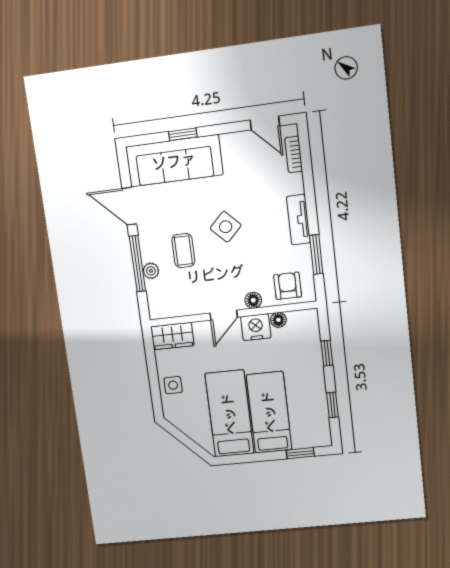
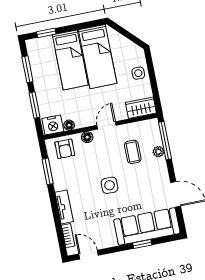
tv unit: (298, 220) -> (64, 207), moved
side table: (226, 227) -> (109, 185), turned 45
coffee table: (183, 251) -> (133, 152), moved
window: (137, 264) -> (165, 141), moved
nightstand: (256, 327) -> (53, 125), moved
window: (327, 353) -> (34, 105), width x1.50
window: (332, 405) -> (27, 69), width x1.50

